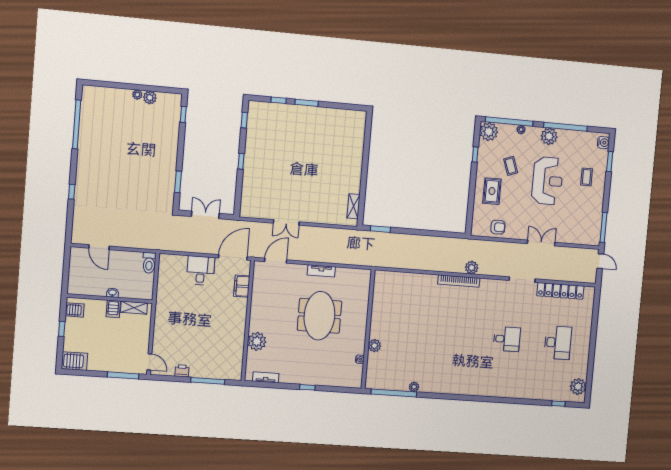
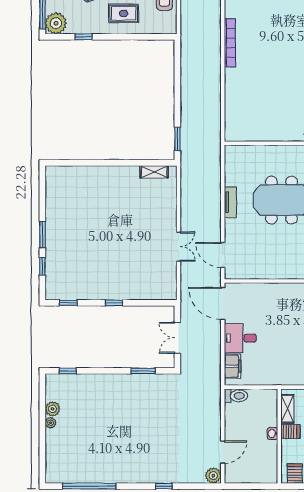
plant: (472, 268) -> (213, 476), moved
filing cabinet: (242, 286) -> (232, 366), moved, turned -90

